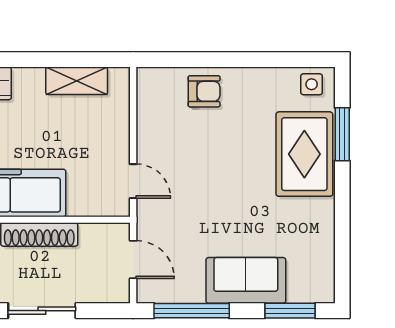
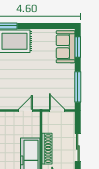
door: (133, 260) -> (57, 111), hinge flipped
sofa: (246, 280) -> (66, 47), moved

